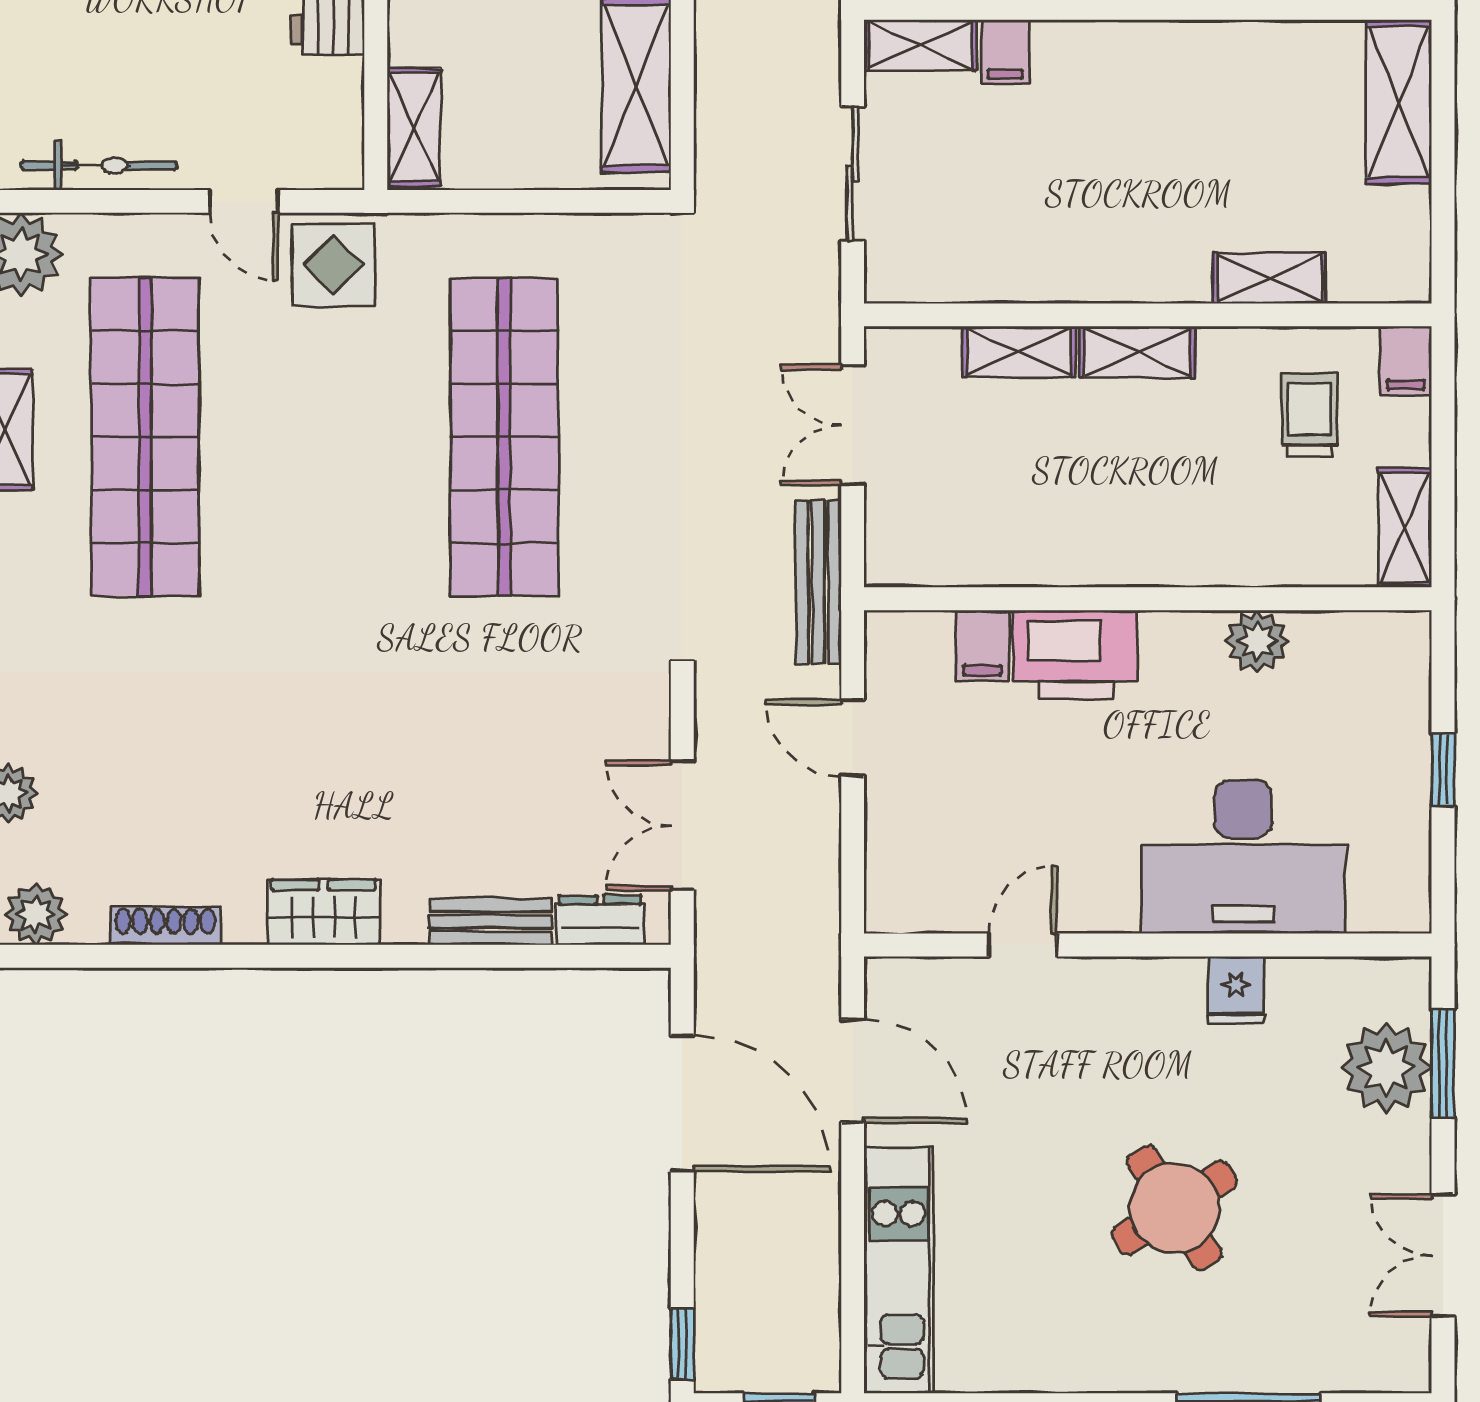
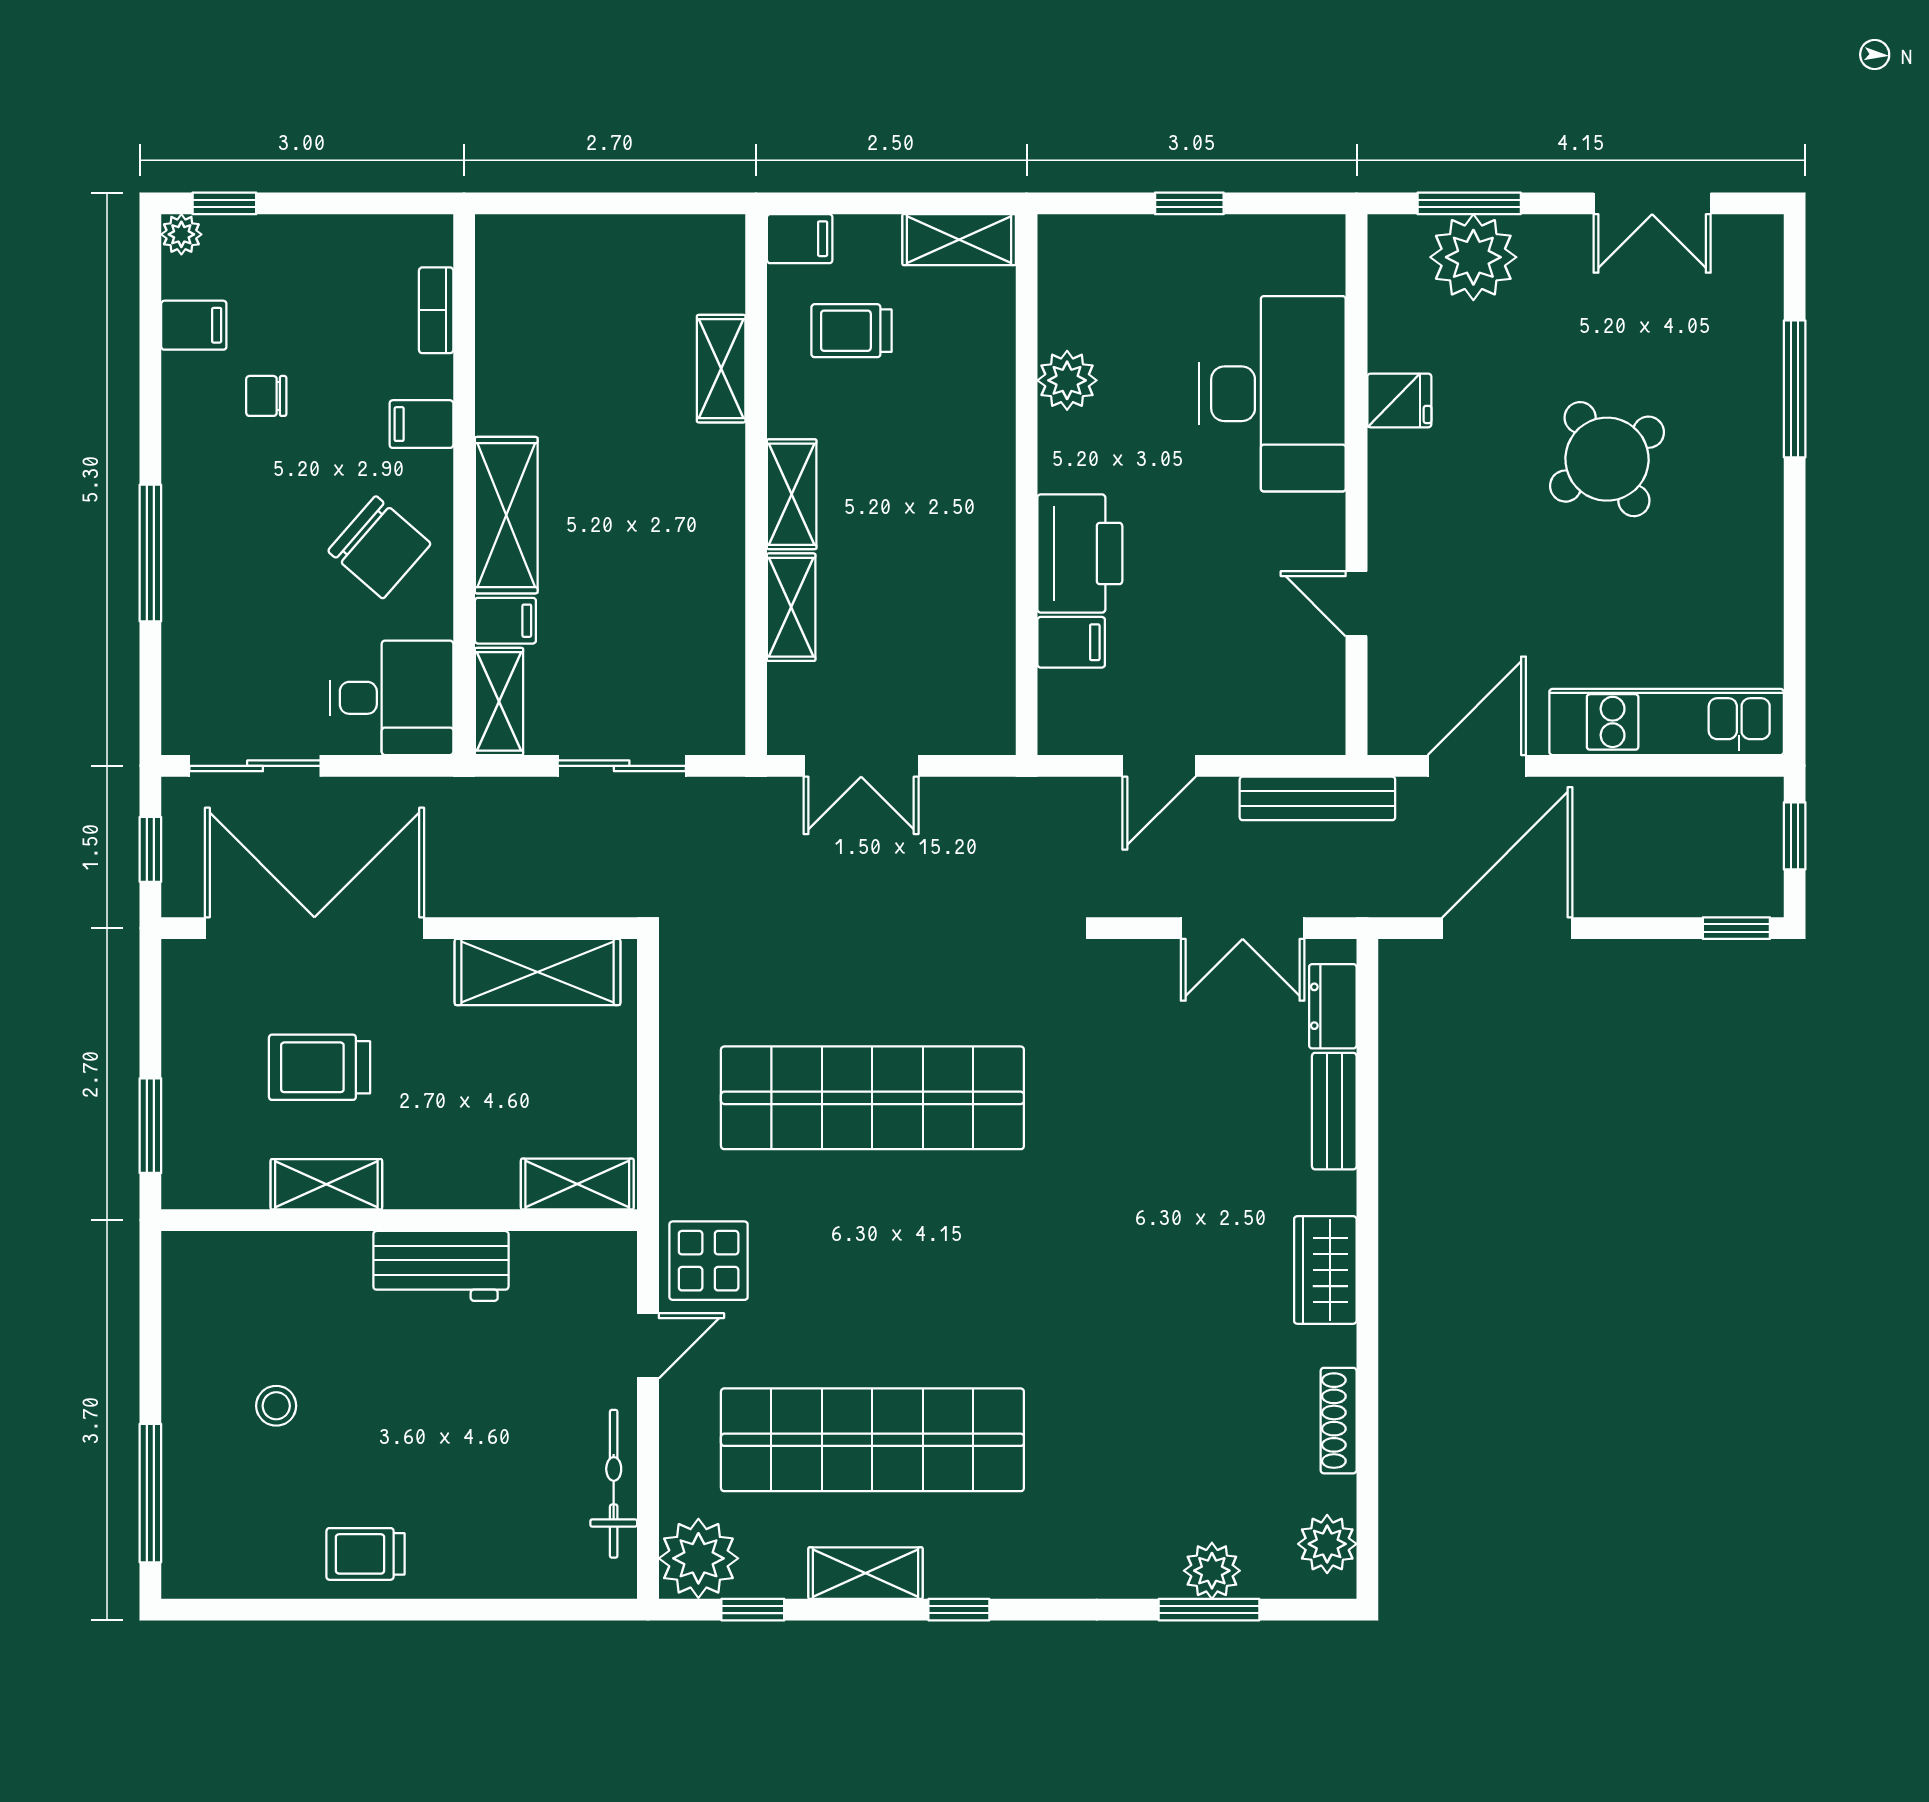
shelving: (1399, 102) -> (506, 515), moved, turned 90
bench: (818, 582) -> (1317, 798), moved

